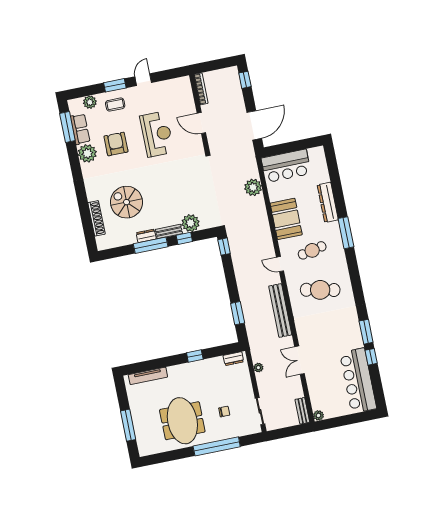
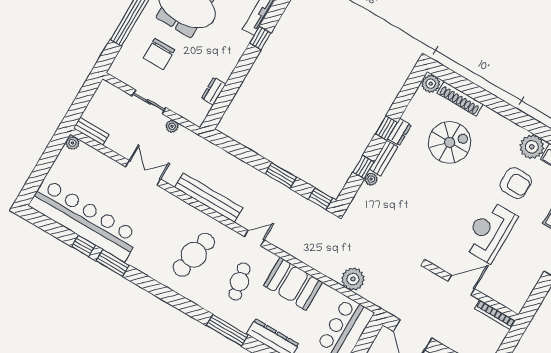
reception desk: (157, 134) -> (489, 232), turned 90
plant: (190, 223) -> (371, 179), width x0.53, depth x0.53
plant: (103, 243) -> (431, 84), added
window: (151, 245) -> (386, 128), width x0.46
window: (238, 313) -> (281, 176), moved
window: (195, 356) -> (260, 38), moved
dresser: (233, 359) -> (214, 91), moved
bar counter: (358, 381) -> (85, 220), width x1.36
sliding door: (260, 411) -> (149, 102), moved
chair: (224, 412) -> (159, 54), width x1.87, depth x1.87

